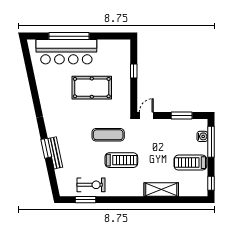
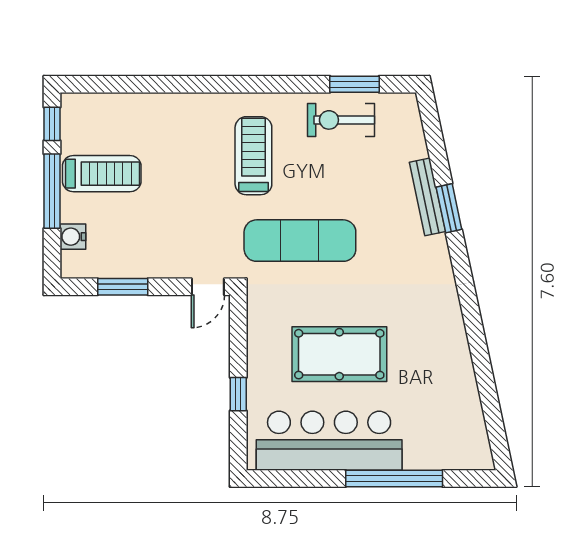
bar counter: (66, 52) -> (329, 441), moved
exercise mat: (108, 135) -> (300, 241), width x1.36, depth x1.45
window: (211, 142) -> (52, 191), moved
treadmill: (121, 160) -> (253, 156), moved, turned 90
shelving: (161, 189) -> (172, 109), removed

